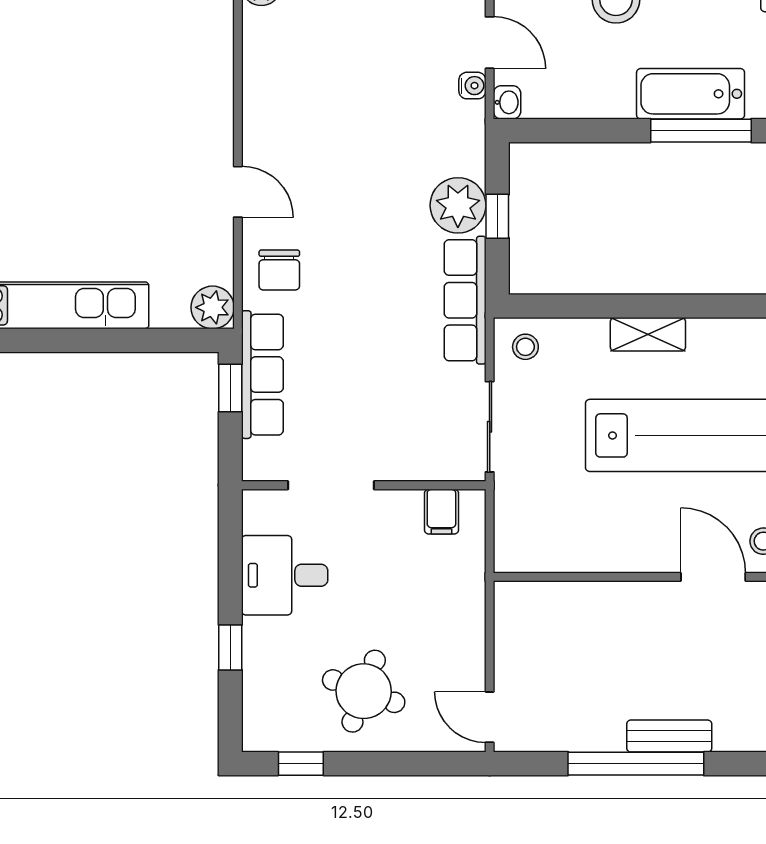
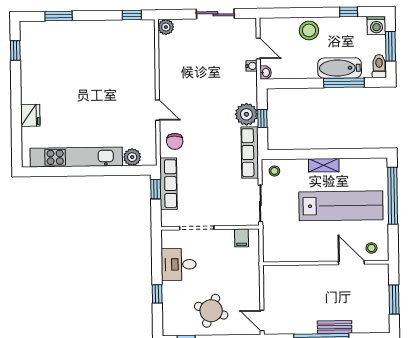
plant: (213, 307) -> (132, 157), moved

